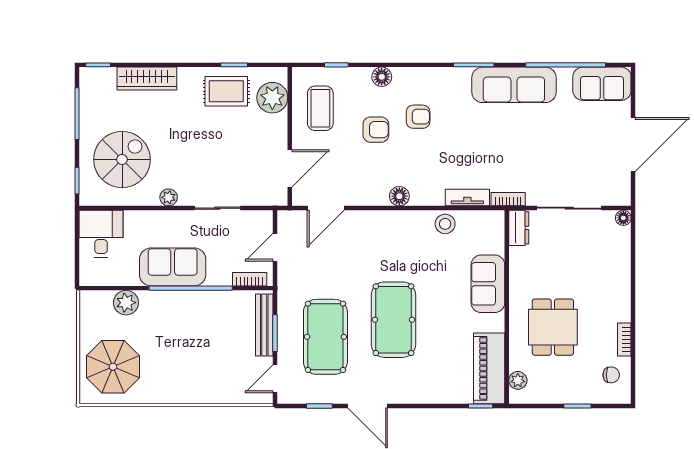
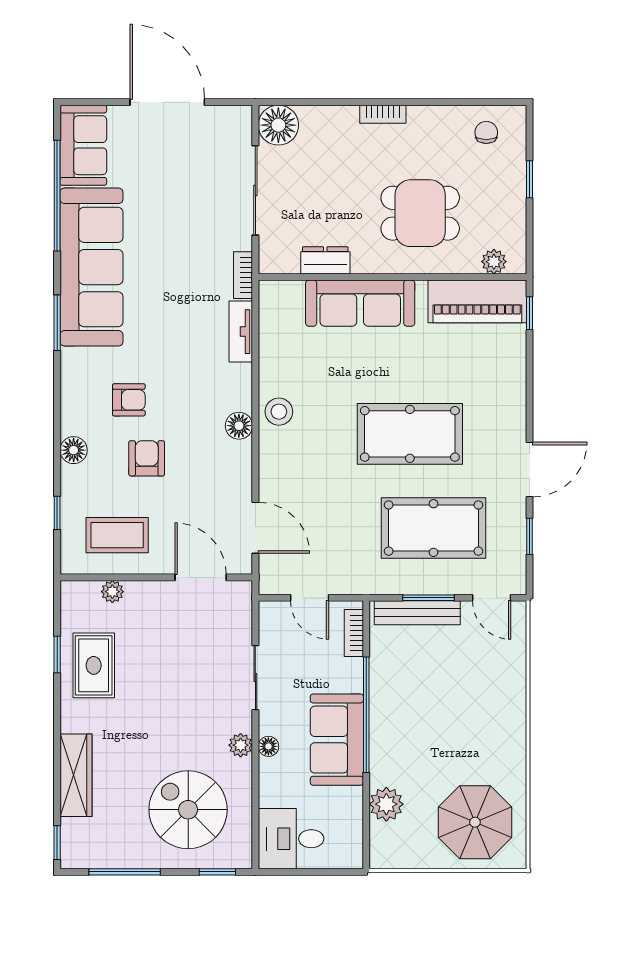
sofa: (514, 85) -> (91, 267), width x1.36, depth x1.27
plant: (272, 98) -> (112, 592), width x0.53, depth x0.53
armchair: (418, 117) -> (129, 400), turned 90
floor lamp: (168, 218) -> (268, 746), added
floor lamp: (623, 218) -> (278, 125), width x1.89, depth x1.89
stool: (445, 224) -> (279, 412), moved
dresser: (519, 228) -> (325, 260), moved
sofa: (488, 284) -> (360, 303), width x1.36
bookcase: (624, 340) -> (383, 114), moved

